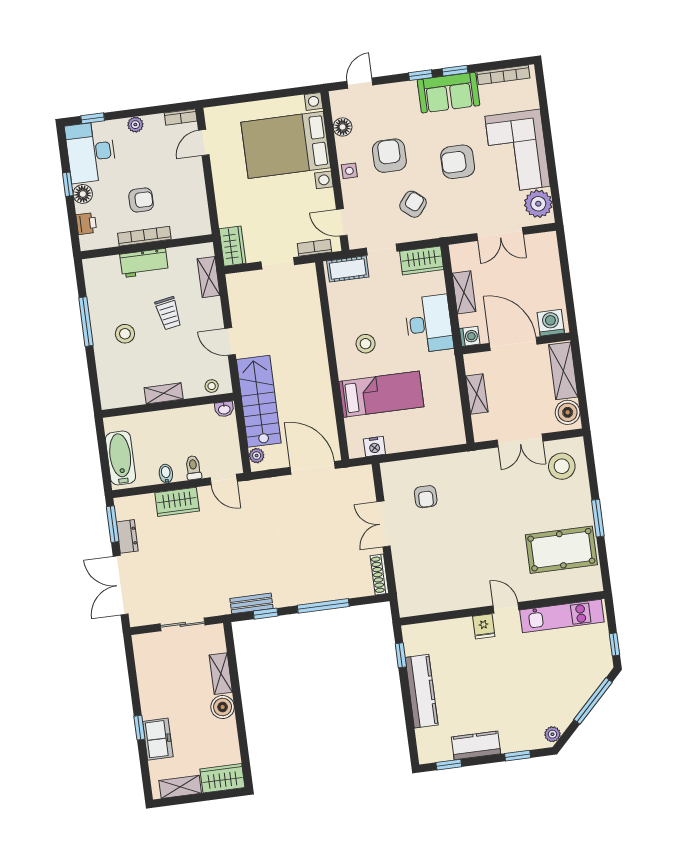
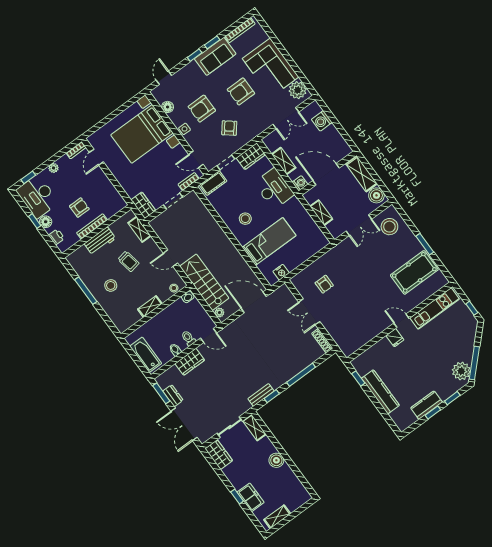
armchair: (389, 156) -> (202, 109), turned -90
washing machine: (551, 323) -> (322, 121), moved, turned -90
shelving: (221, 674) -> (254, 428), moved
window: (593, 701) -> (474, 363), moved
plant: (552, 734) -> (461, 371), width x1.88, depth x1.88
window: (449, 765) -> (433, 412), moved
wardrobe: (222, 778) -> (219, 455), moved, turned 90

